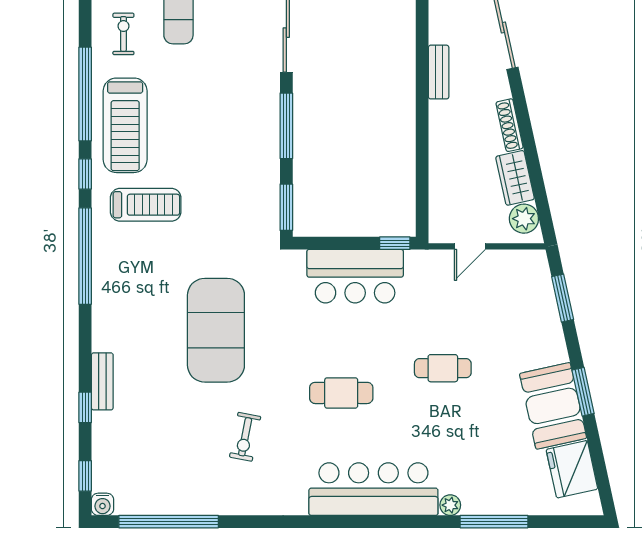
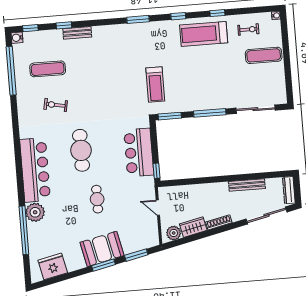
bench: (439, 72) -> (247, 185), width x1.36
window: (85, 94) -> (217, 13), width x0.32
treadmill: (146, 205) -> (155, 85), moved
window: (85, 256) -> (138, 19), width x0.47
exercise mat: (216, 330) -> (48, 69), moved, width x0.50, depth x0.69
window: (583, 392) -> (104, 265), moved
cafe table: (341, 393) -> (81, 150), width x1.37, depth x1.35
booth: (553, 406) -> (102, 249), moved
plant: (450, 505) -> (35, 212), width x1.87, depth x1.87
window: (494, 522) -> (24, 230), width x1.46

